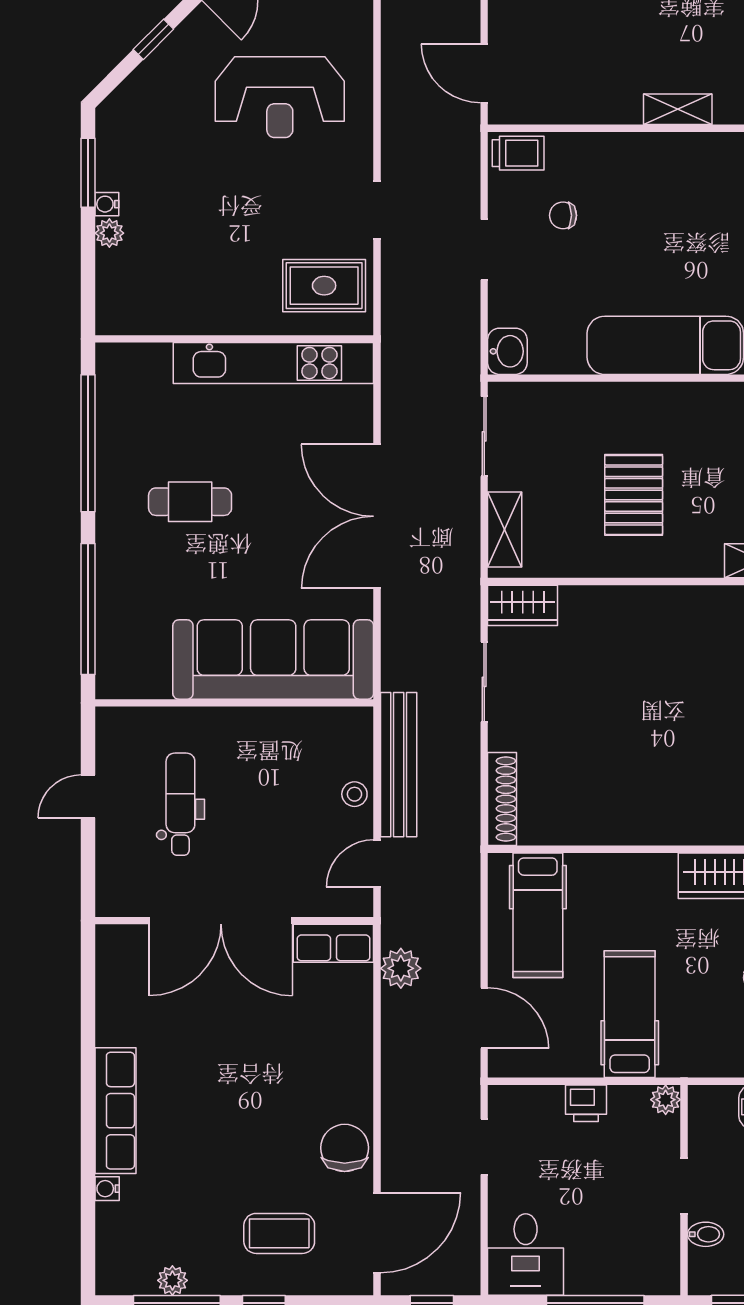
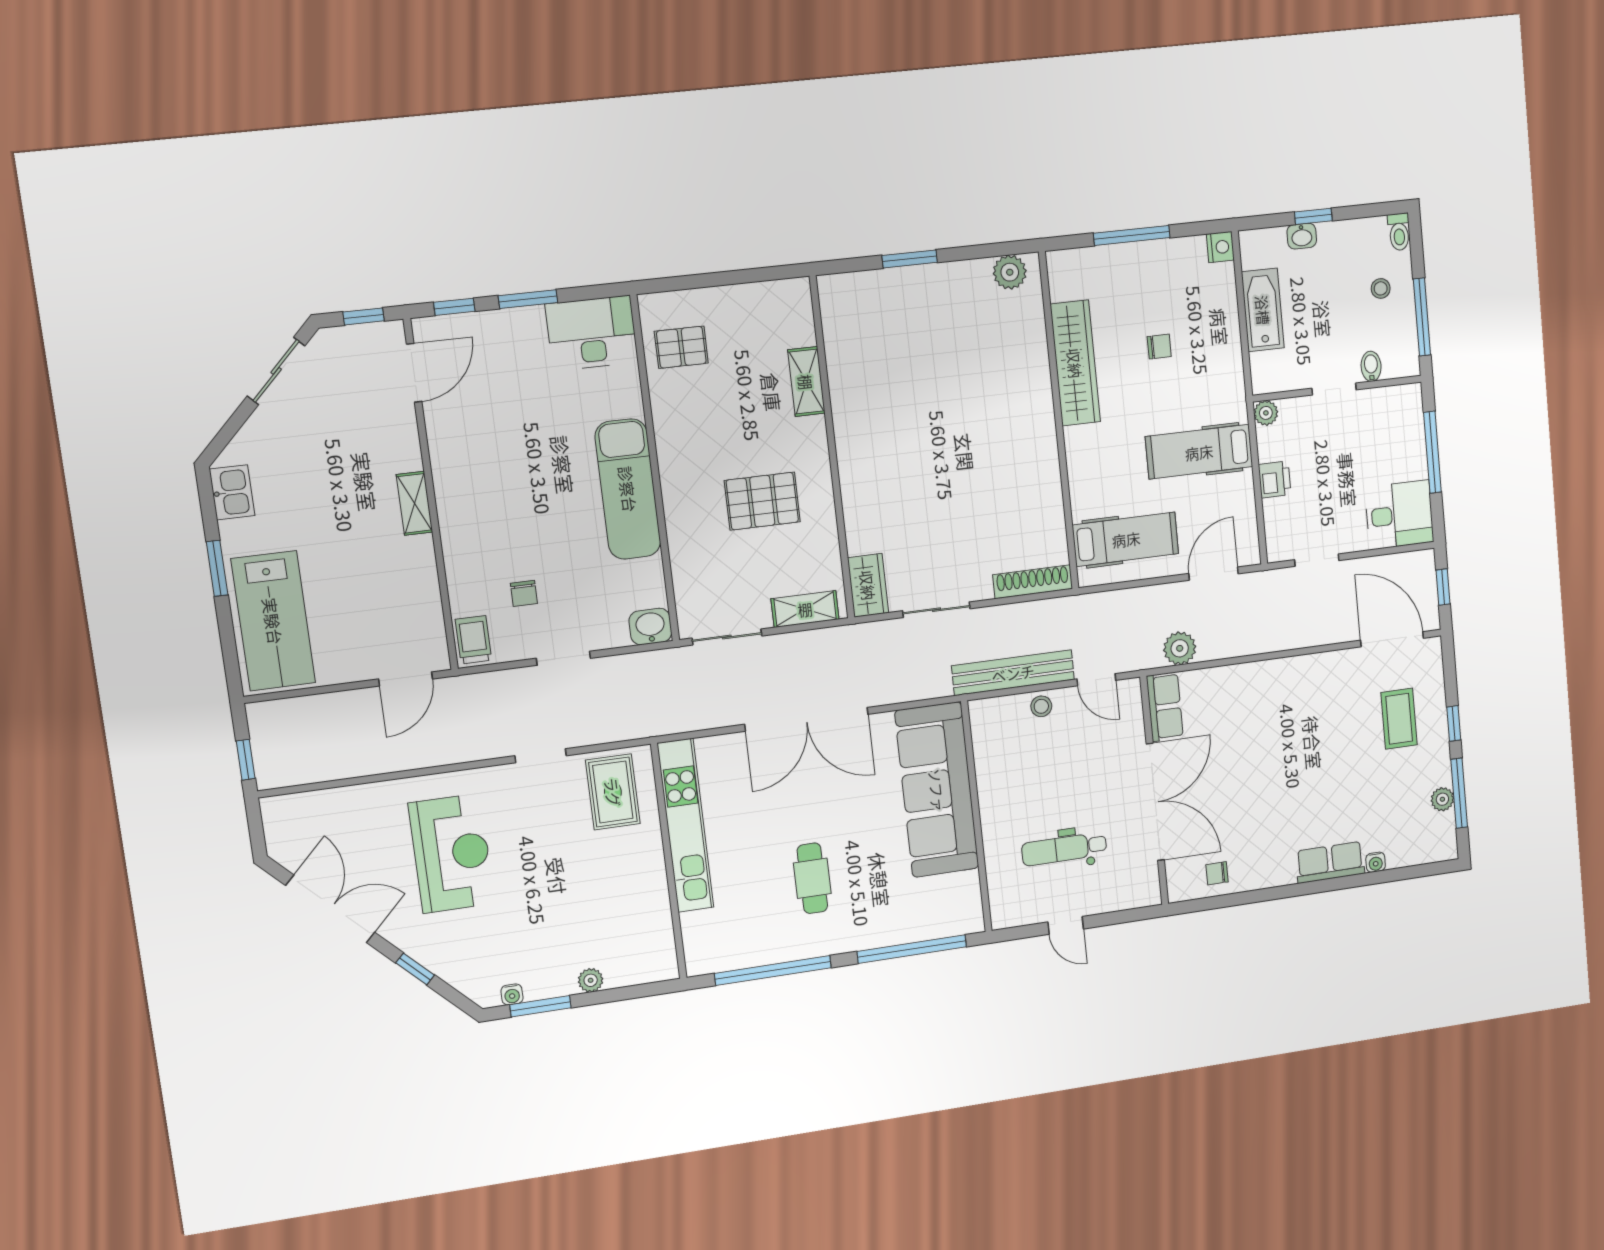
water cooler: (107, 204) -> (512, 994), moved
row of seats: (115, 1111) -> (1330, 862), width x0.68
chair: (345, 1148) -> (1217, 873), moved, width x0.54, depth x0.54

